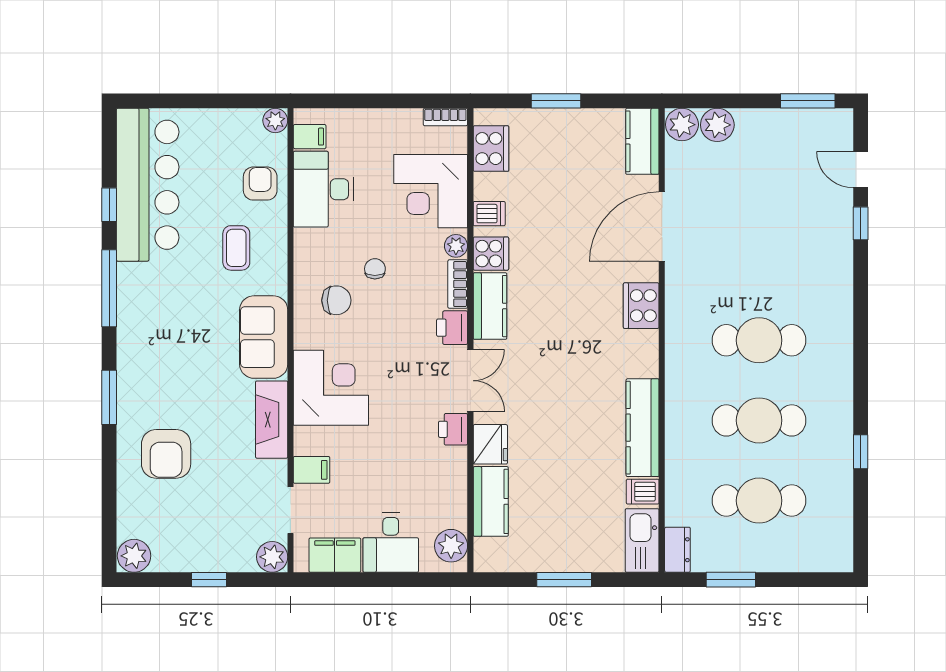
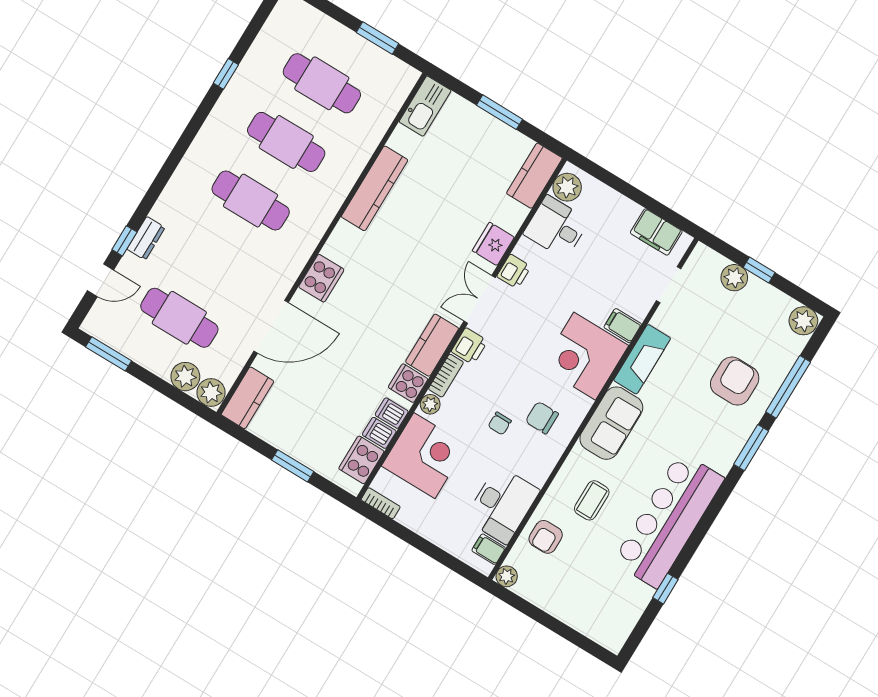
door: (861, 170) -> (100, 280), hinge flipped
cafe table: (759, 180) -> (179, 318), added
bar counter: (148, 185) -> (669, 520), moved
window: (109, 288) -> (788, 387), moved
filing cabinet: (312, 470) -> (623, 326), moved
dishwasher: (643, 492) -> (379, 433), moved, turned 180
kitchen counter: (491, 501) -> (534, 176), moved
desk: (391, 542) -> (556, 227), moved, turned -90
dresser: (677, 550) -> (146, 238), moved, turned 180
plant: (272, 557) -> (734, 278), moved

